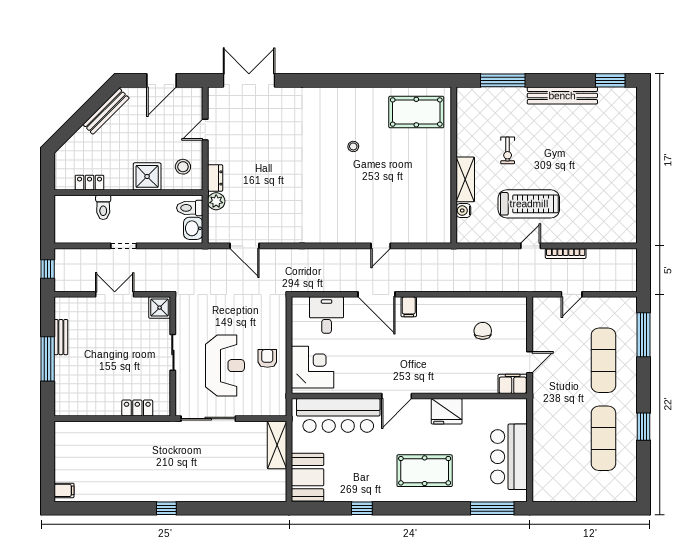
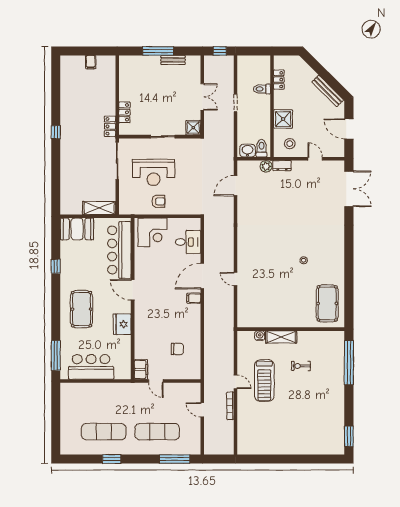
window: (503, 80) -> (349, 363), width x1.46
bench: (562, 96) -> (338, 403), removed
locker: (158, 429) -> (110, 126), added
filing cabinet: (64, 490) -> (91, 62), moved

